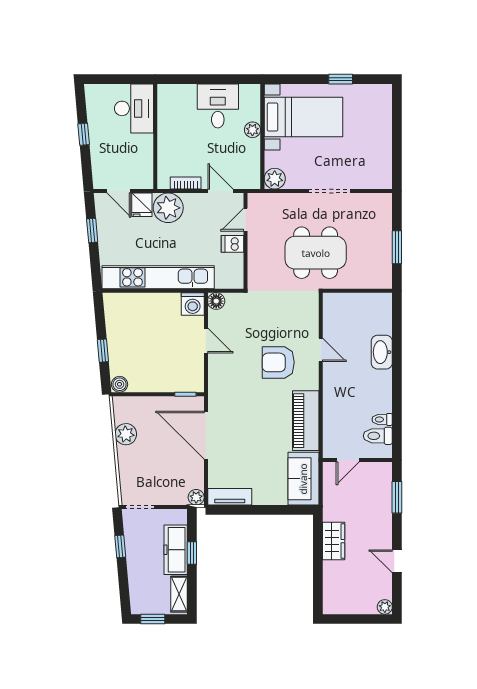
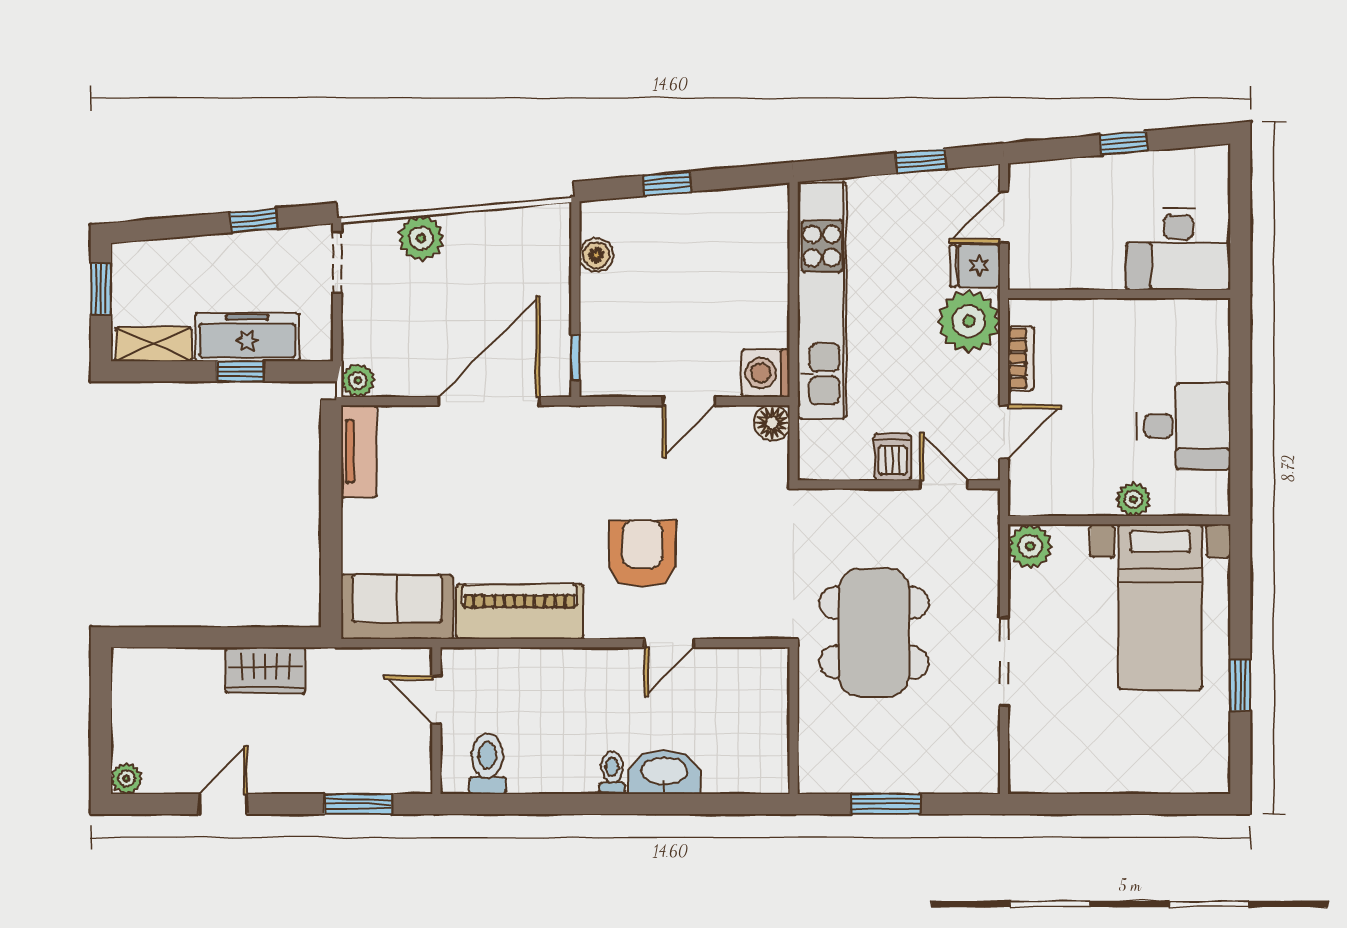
boiler: (120, 384) -> (596, 255), moved
toilet: (382, 419) -> (612, 773), moved
plant: (126, 434) -> (421, 238), moved

